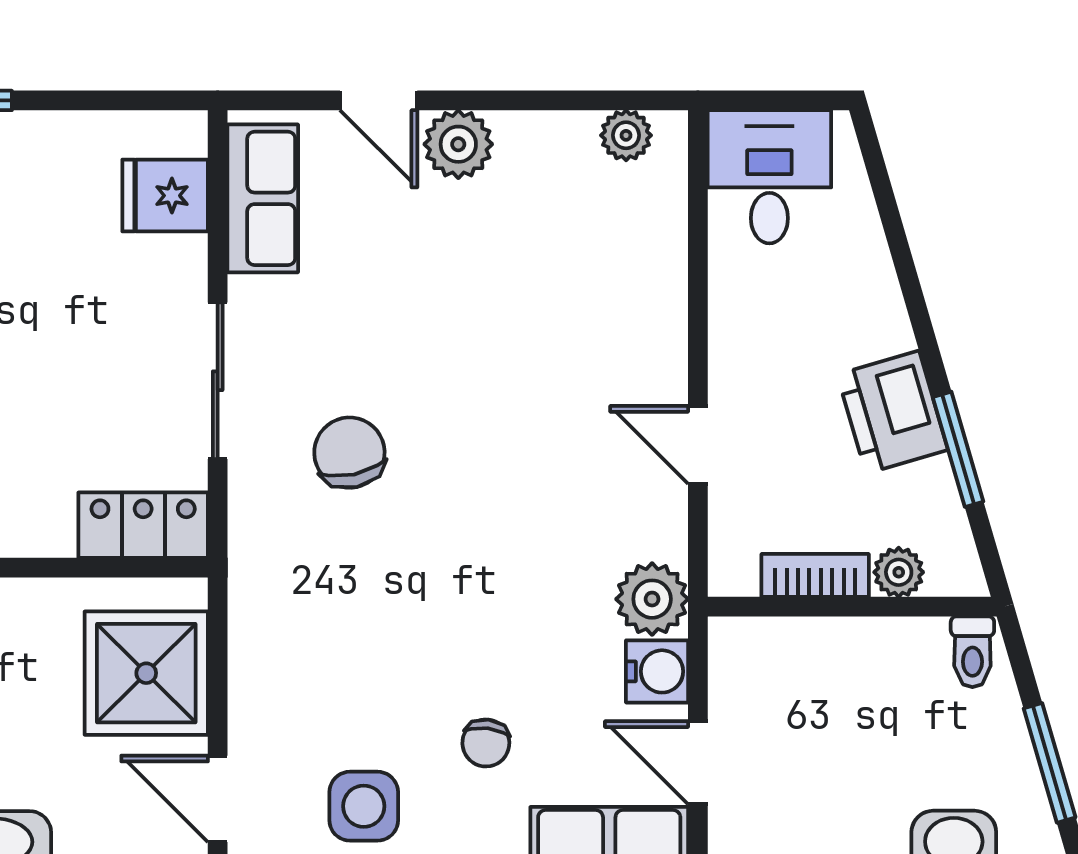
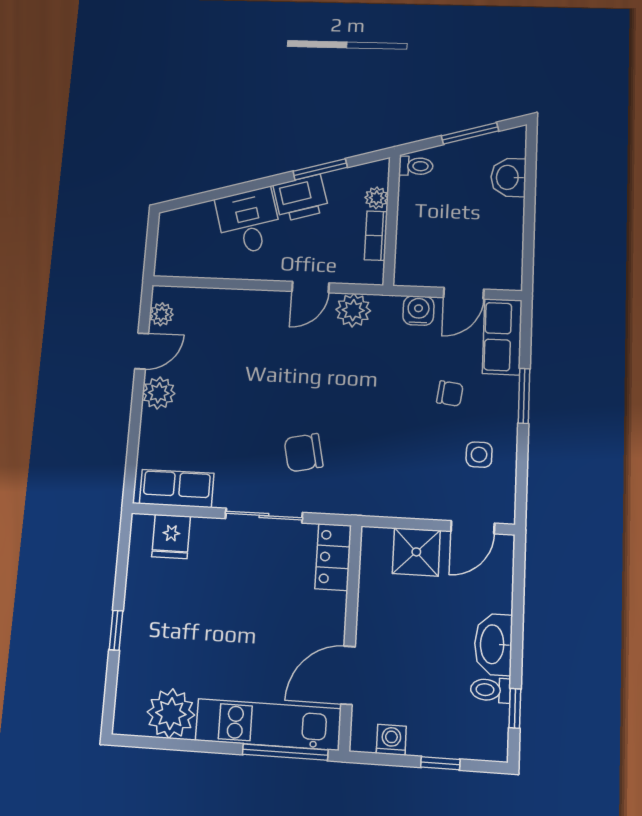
door: (379, 100) -> (142, 351), moved
desk: (769, 177) -> (249, 221), moved, turned 74
plant: (652, 599) -> (353, 310), moved
shower: (146, 673) -> (416, 552), width x0.73, depth x0.73
side table: (364, 806) -> (479, 455), width x0.73, depth x0.73

